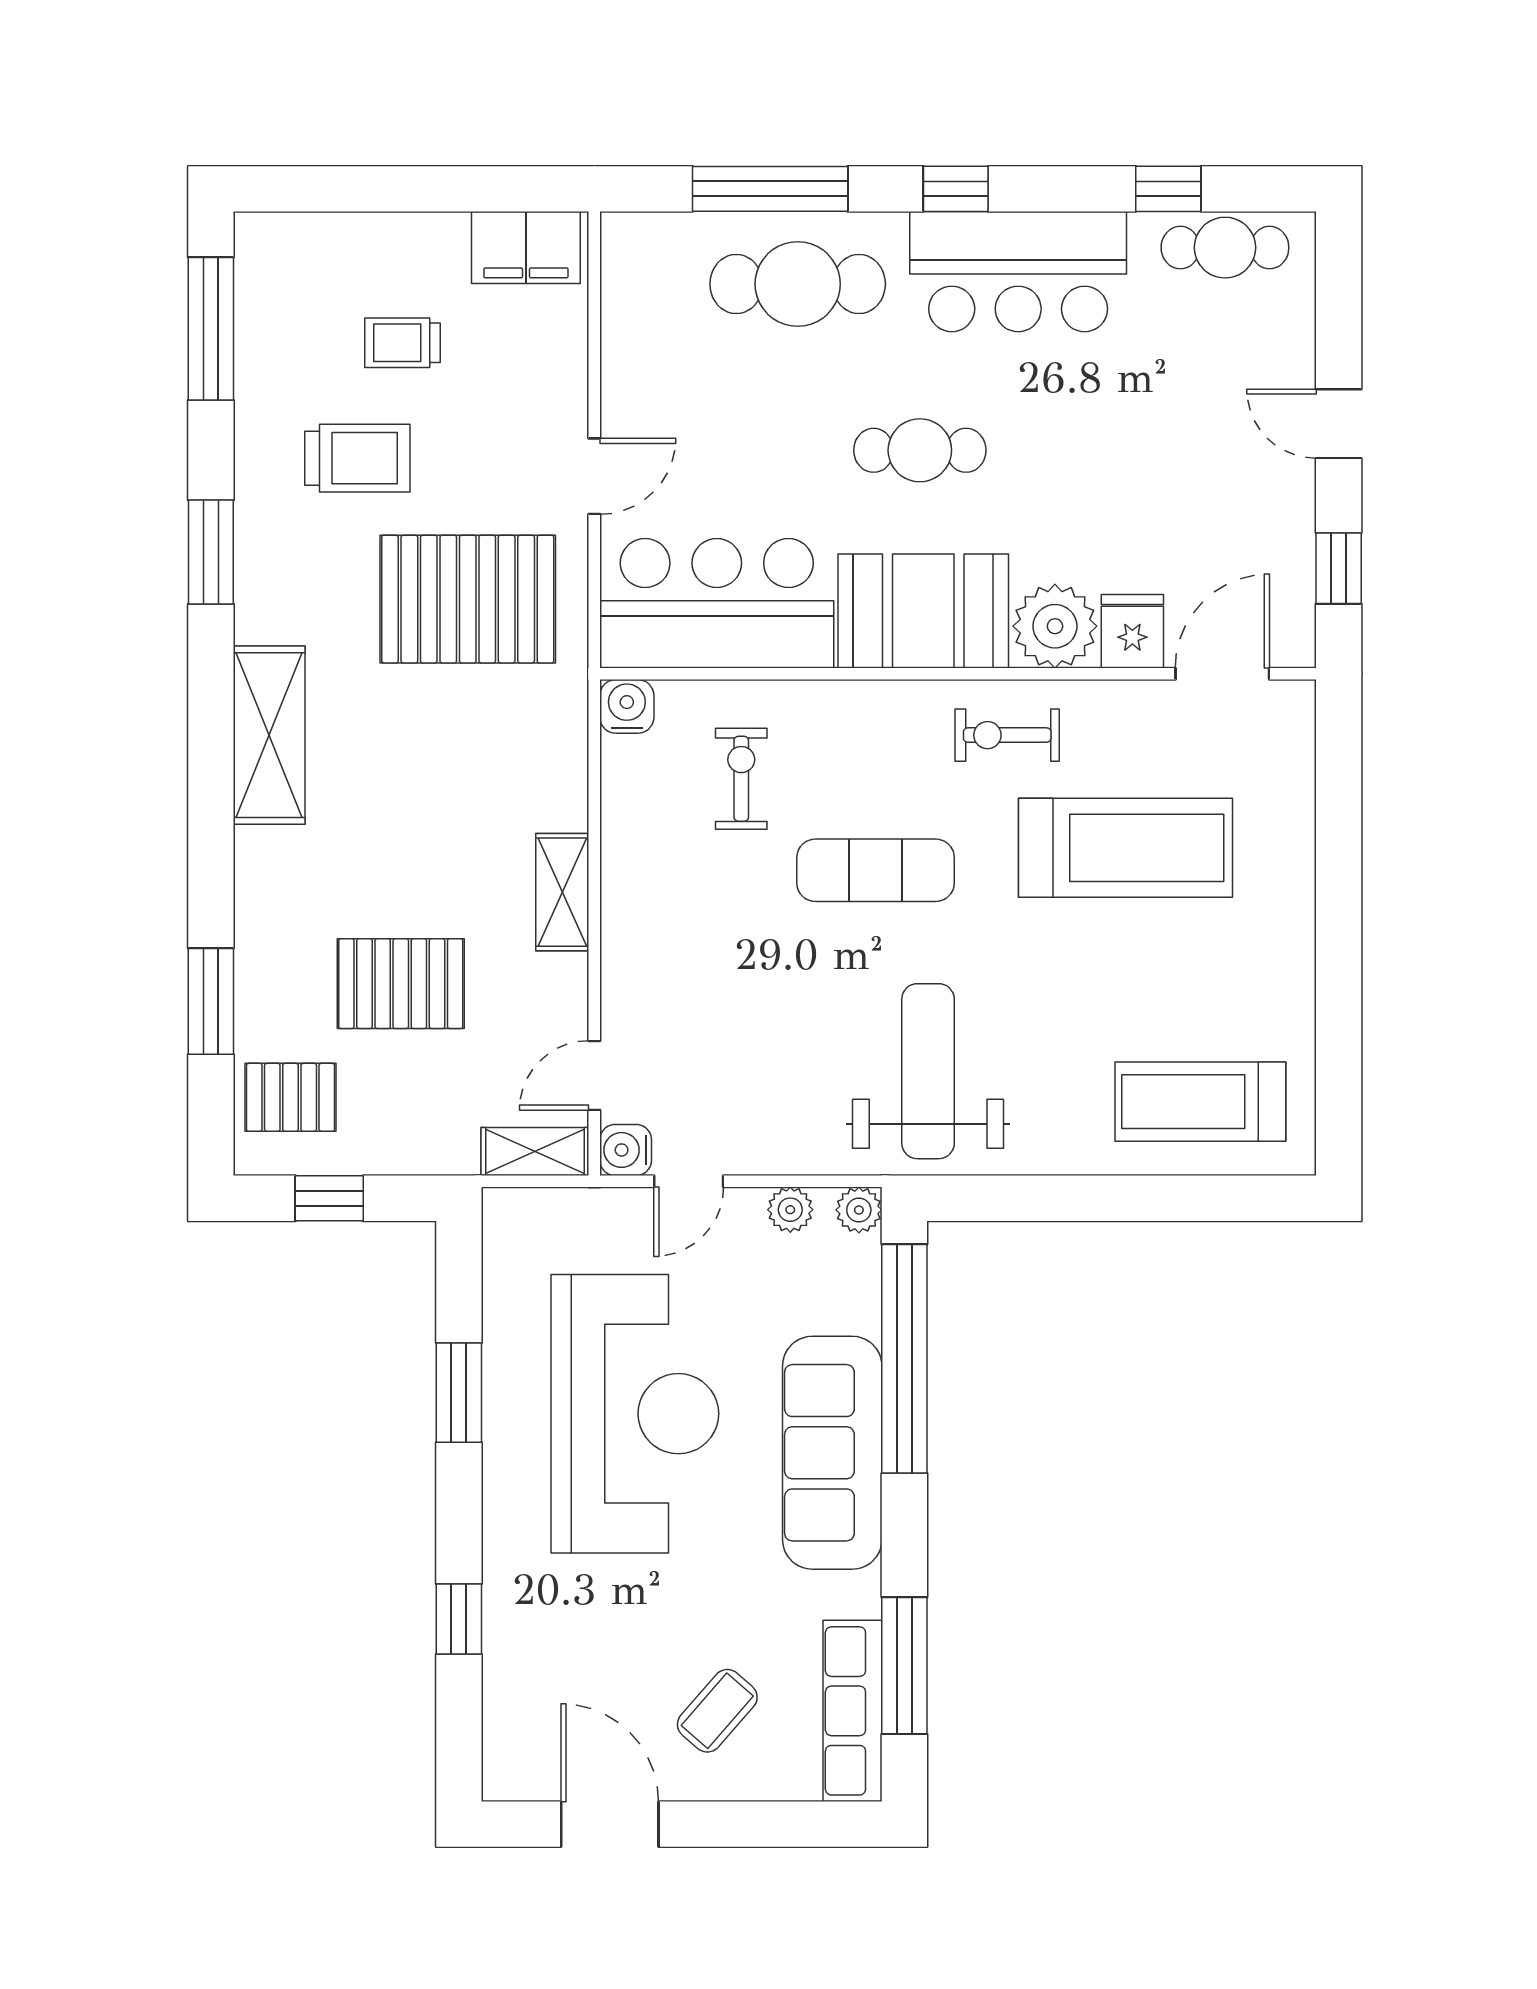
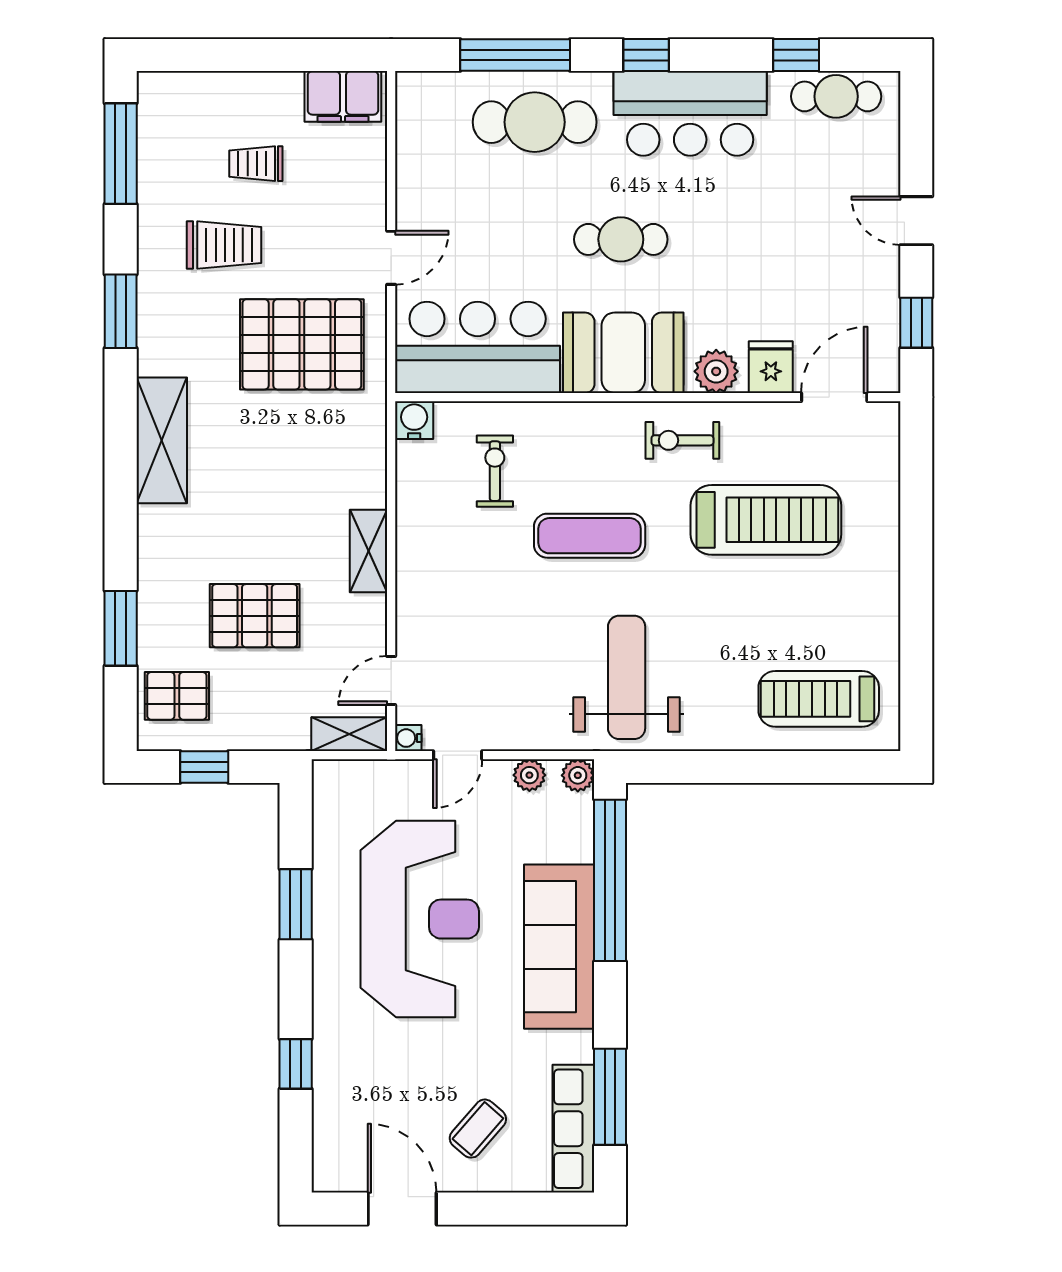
plant: (1055, 626) -> (716, 371), width x0.73, depth x0.73
water cooler: (626, 1150) -> (408, 738), width x0.72, depth x0.72

